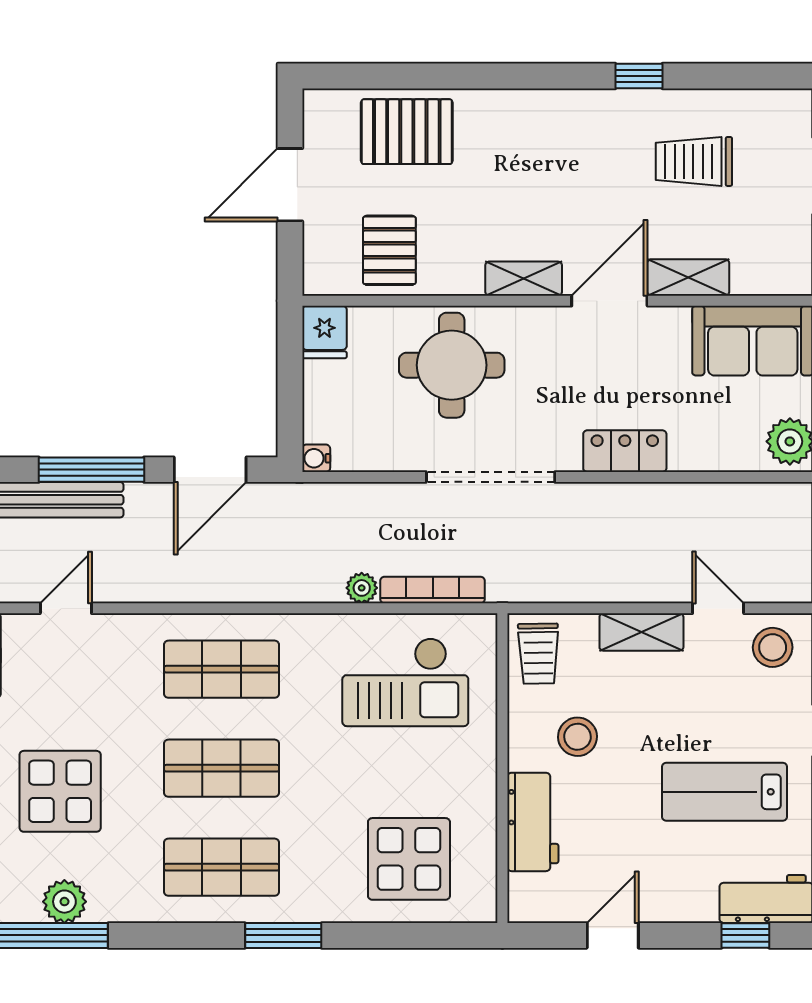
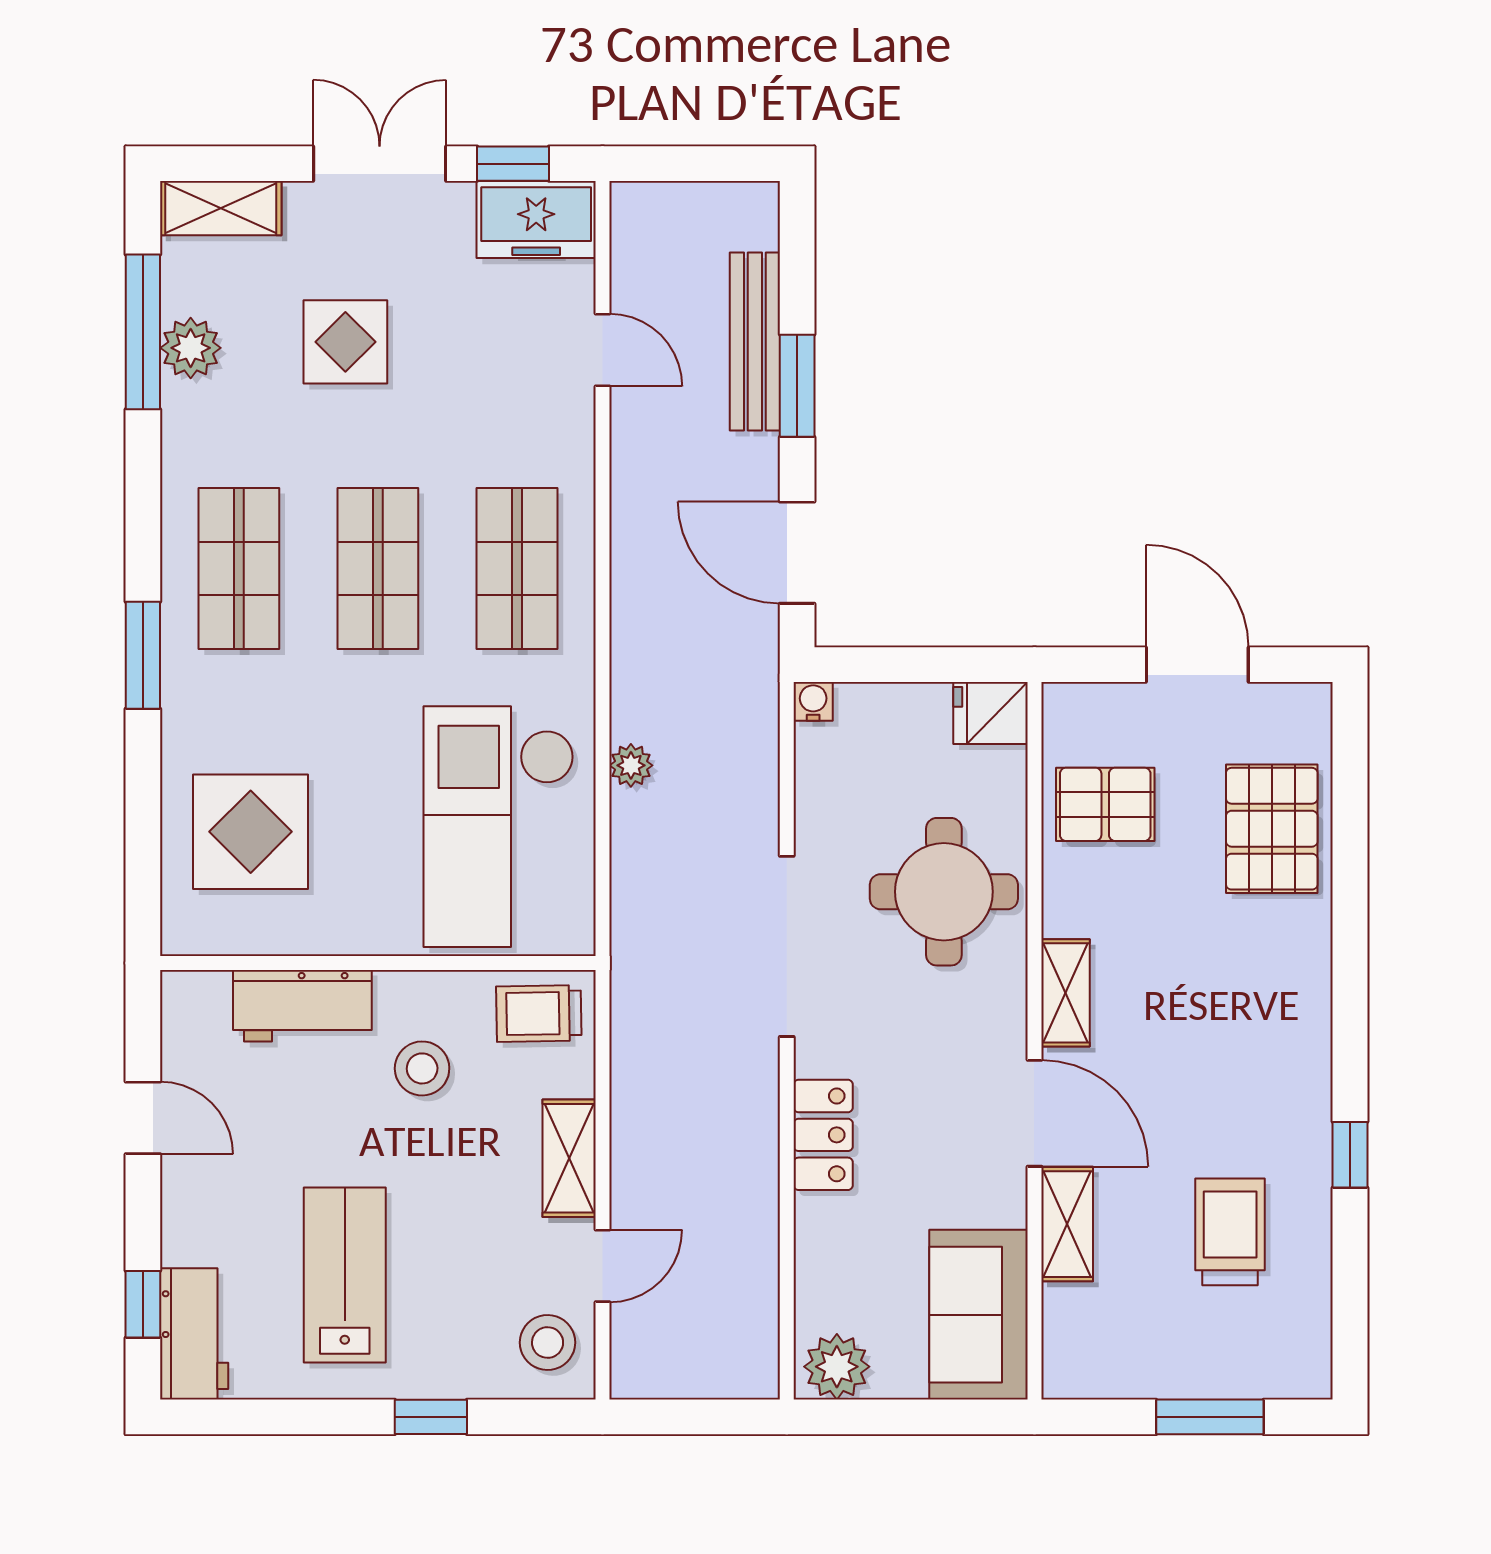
window: (91, 470) -> (797, 386), width x0.69
bookcase: (433, 590) -> (628, 865), removed
checkout: (405, 682) -> (499, 827), width x1.36, depth x1.21
display table: (60, 791) -> (345, 342), width x0.73, depth x0.73

